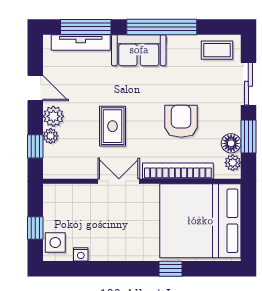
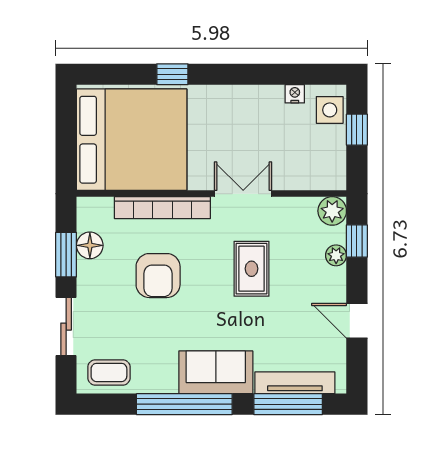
plant: (53, 116) -> (332, 211), moved
plant: (233, 163) -> (88, 219), removed
double door: (119, 181) -> (243, 194), swing flipped

